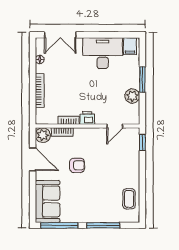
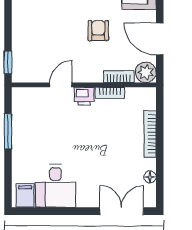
desk: (103, 53) -> (56, 186), width x0.73
window: (142, 80) -> (8, 131), moved
plant: (132, 96) -> (22, 127), removed
door: (115, 126) -> (61, 85), moved
armchair: (77, 165) -> (98, 31), turned 90

